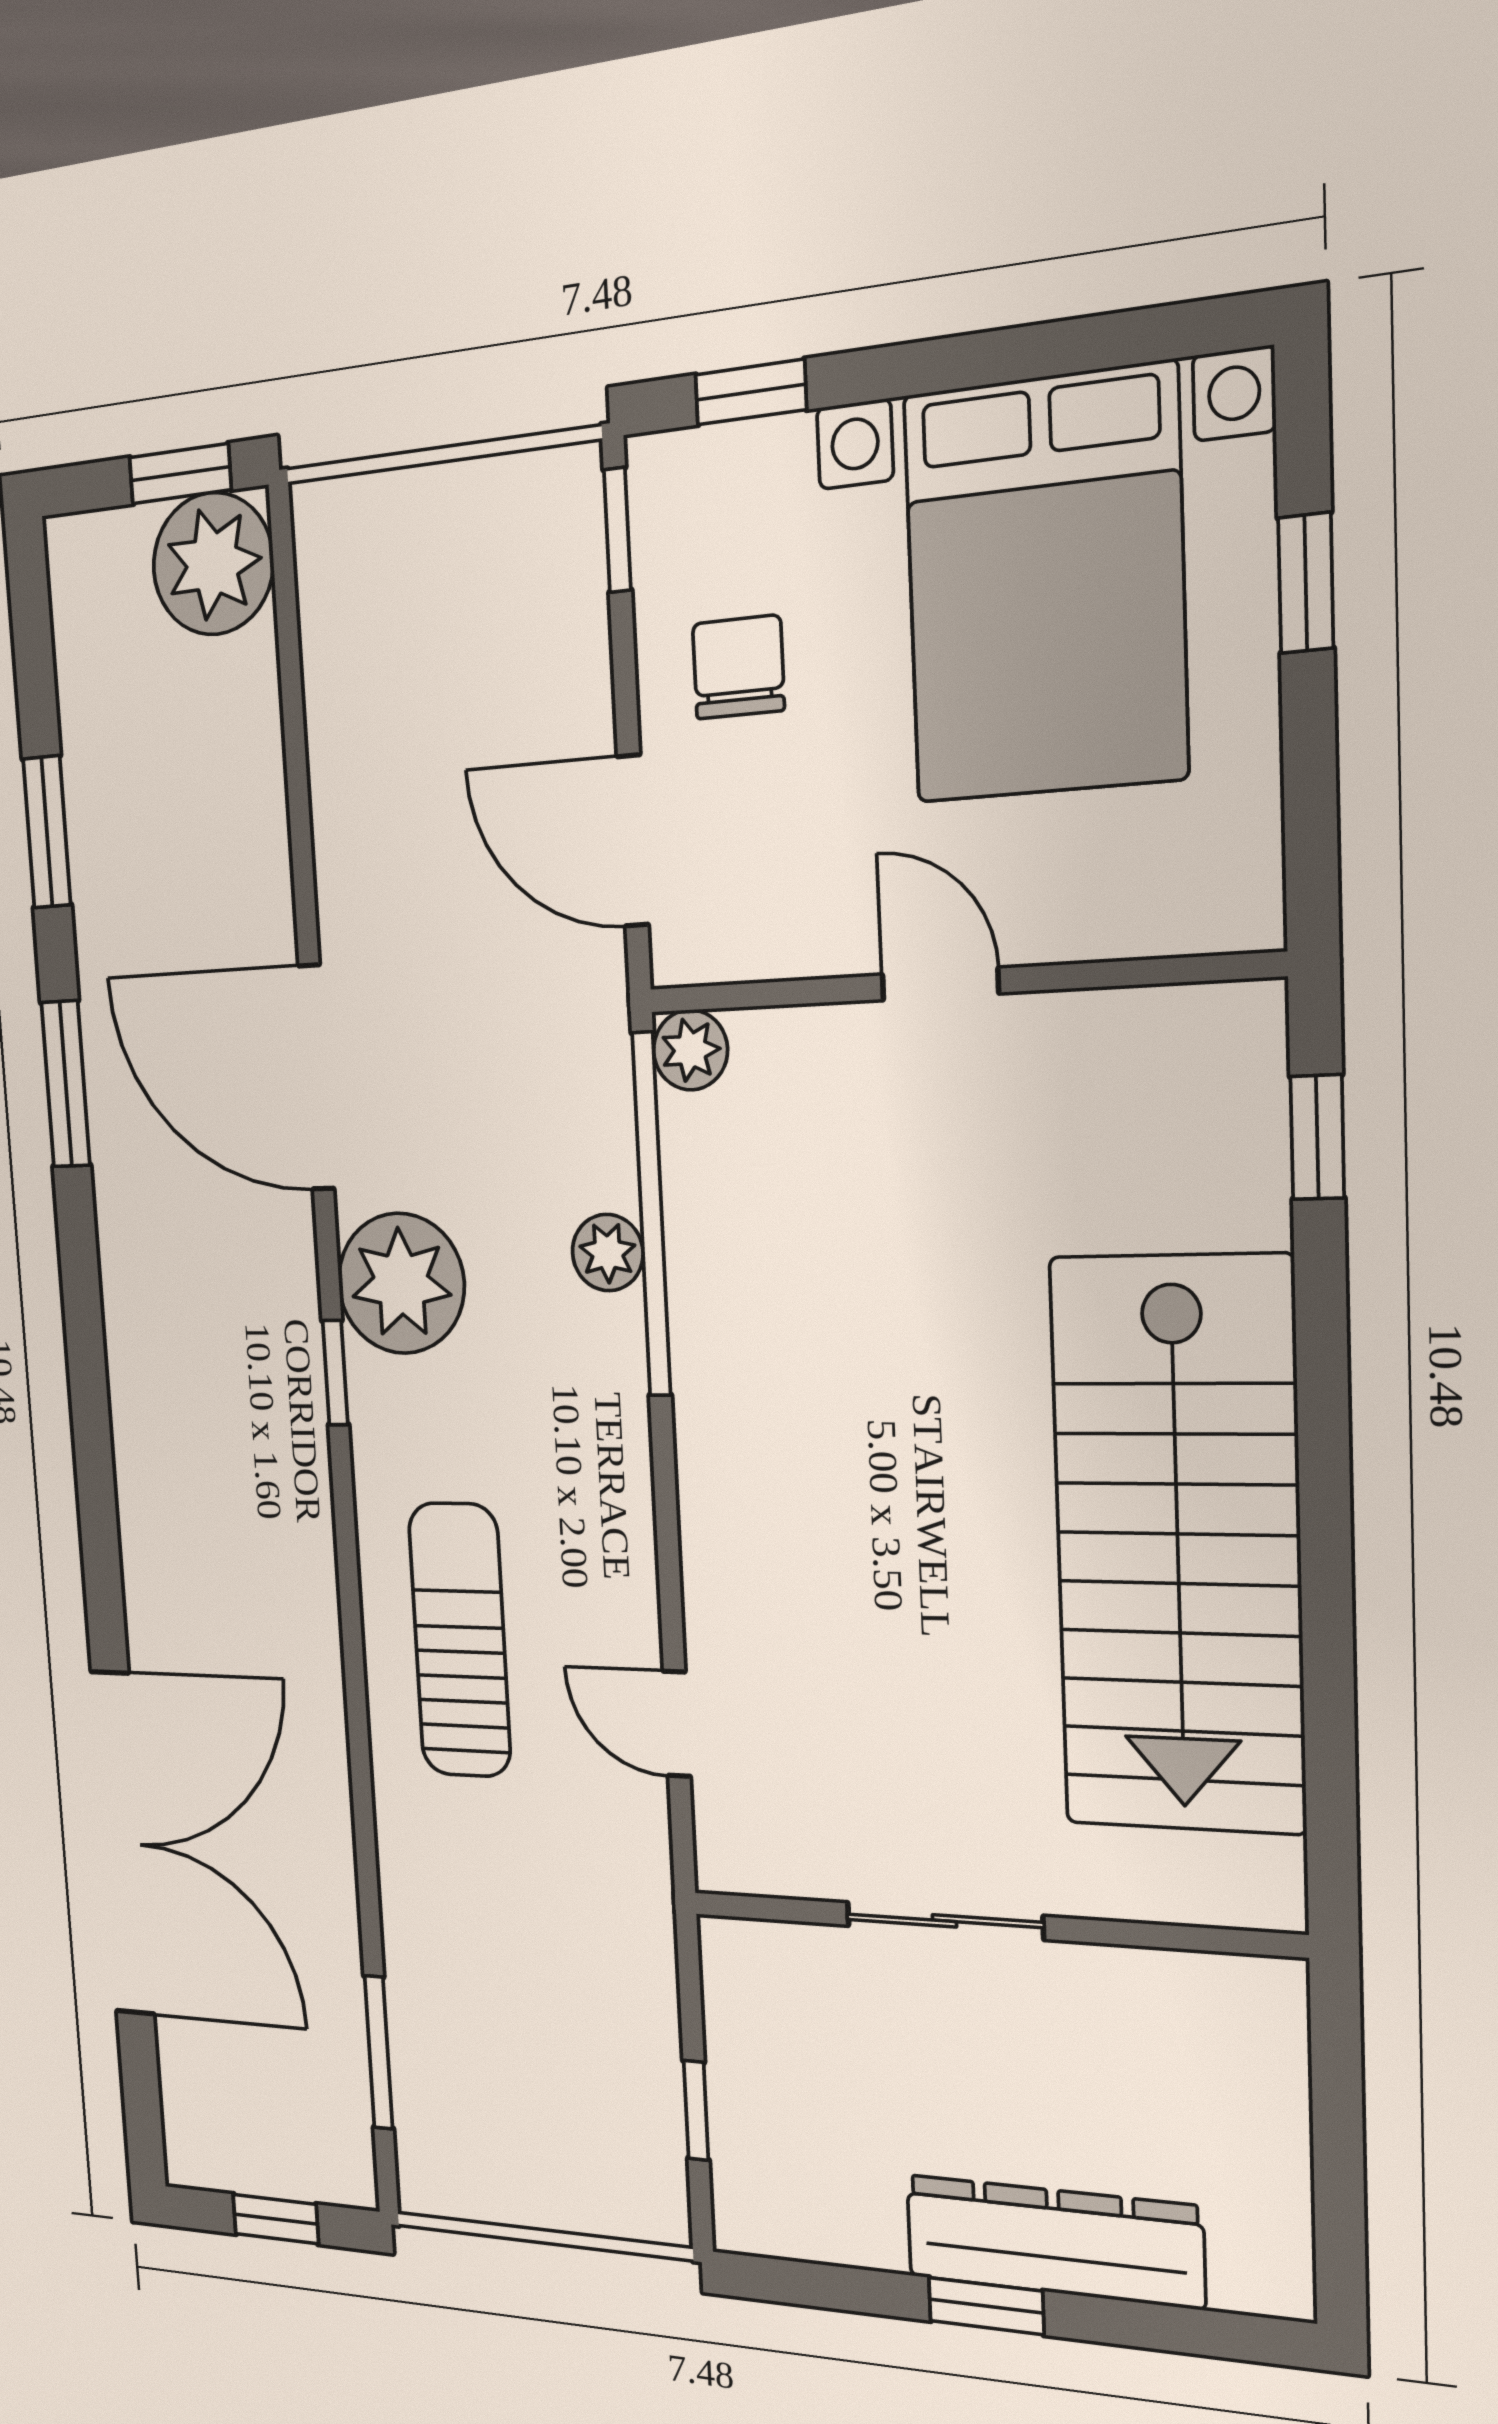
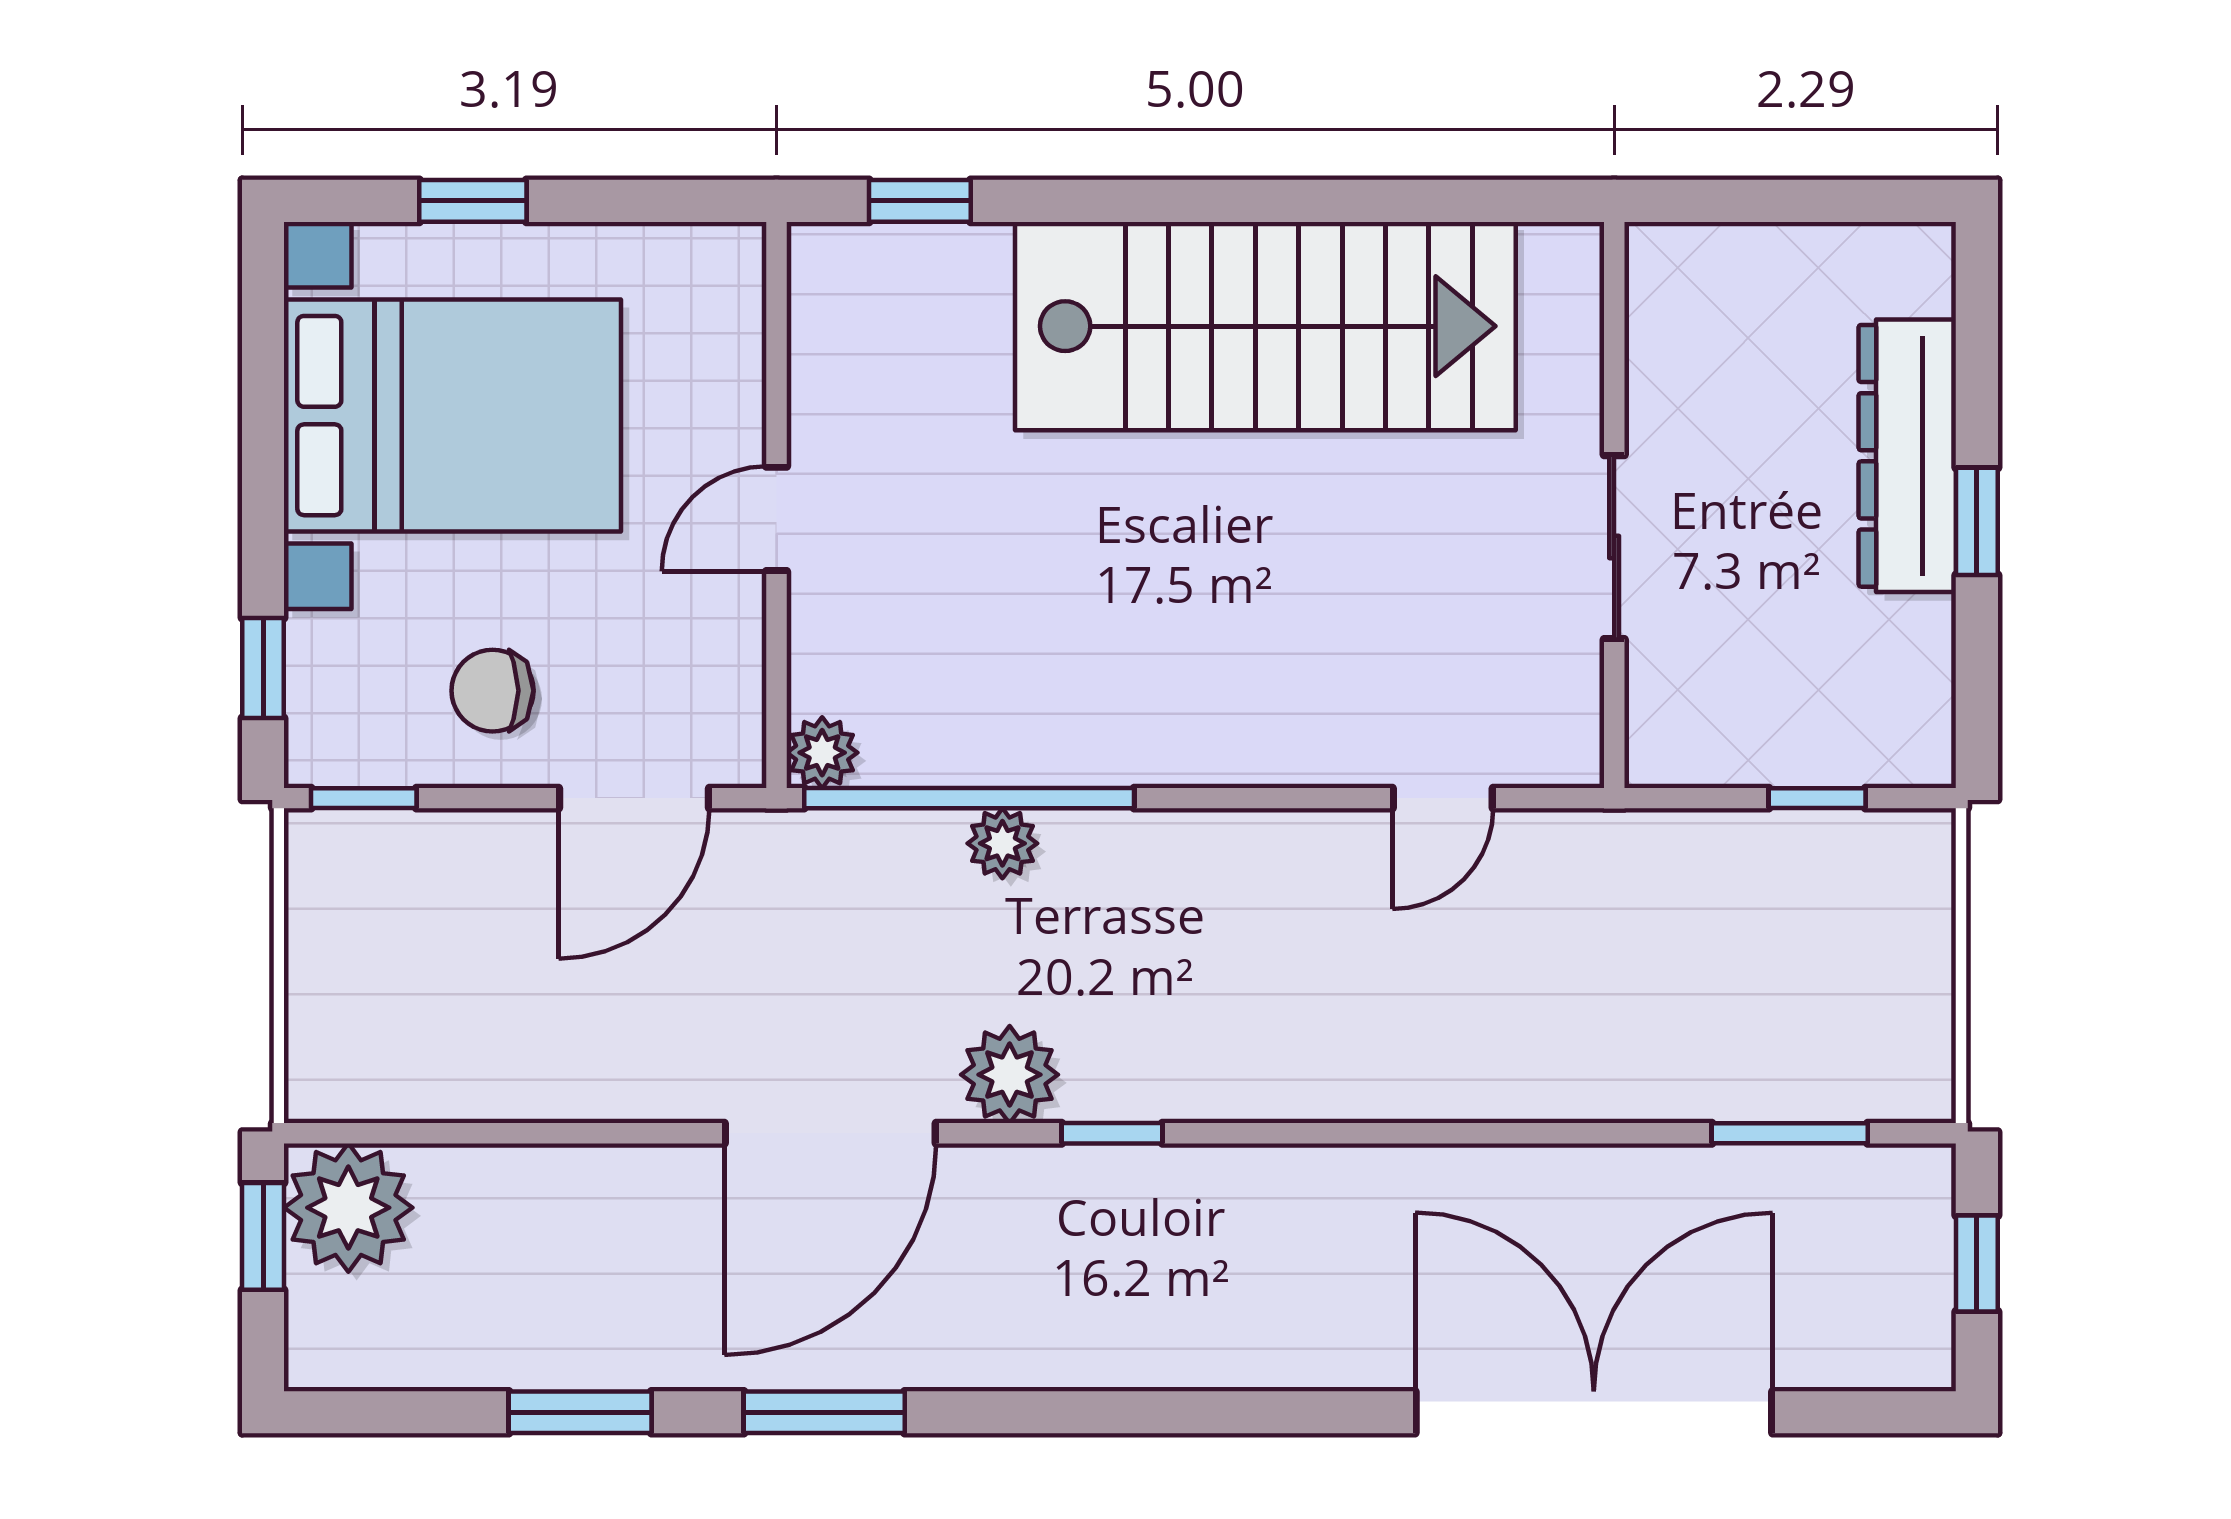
plant: (401, 1283) -> (1010, 1075), width x0.73, depth x0.73
sun lounger: (460, 1640) -> (1370, 1017), removed

